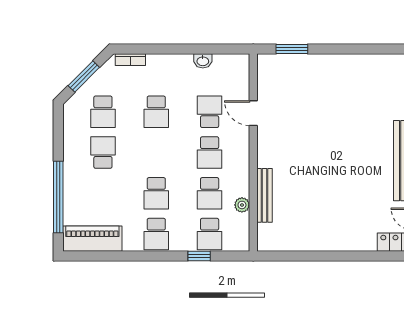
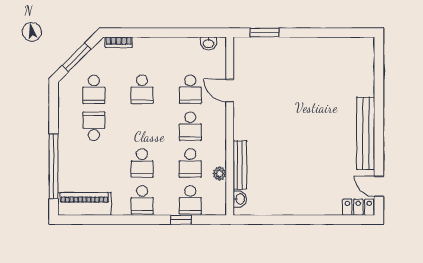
washbasin: (203, 61) -> (209, 43), moved
school desk: (210, 112) -> (190, 89), turned 180
washbasin: (264, 233) -> (240, 199), added

